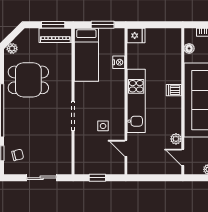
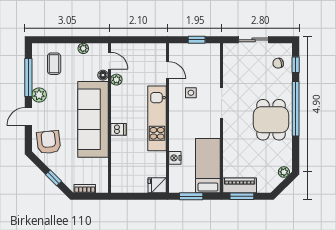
floor lamp: (189, 48) -> (103, 75), moved
dining table: (28, 80) -> (271, 120), moved, turned 90

